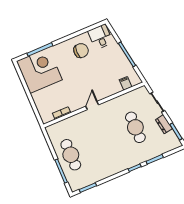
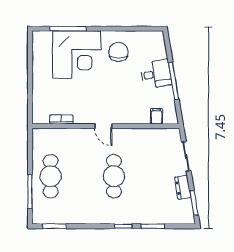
desk: (100, 37) -> (156, 74), moved, turned 81
chair: (81, 51) -> (118, 52), turned -90
corner desk: (39, 70) -> (76, 55), moved, turned 90
door: (92, 105) -> (103, 126), swing flipped
cafe table: (135, 127) -> (114, 176), moved

